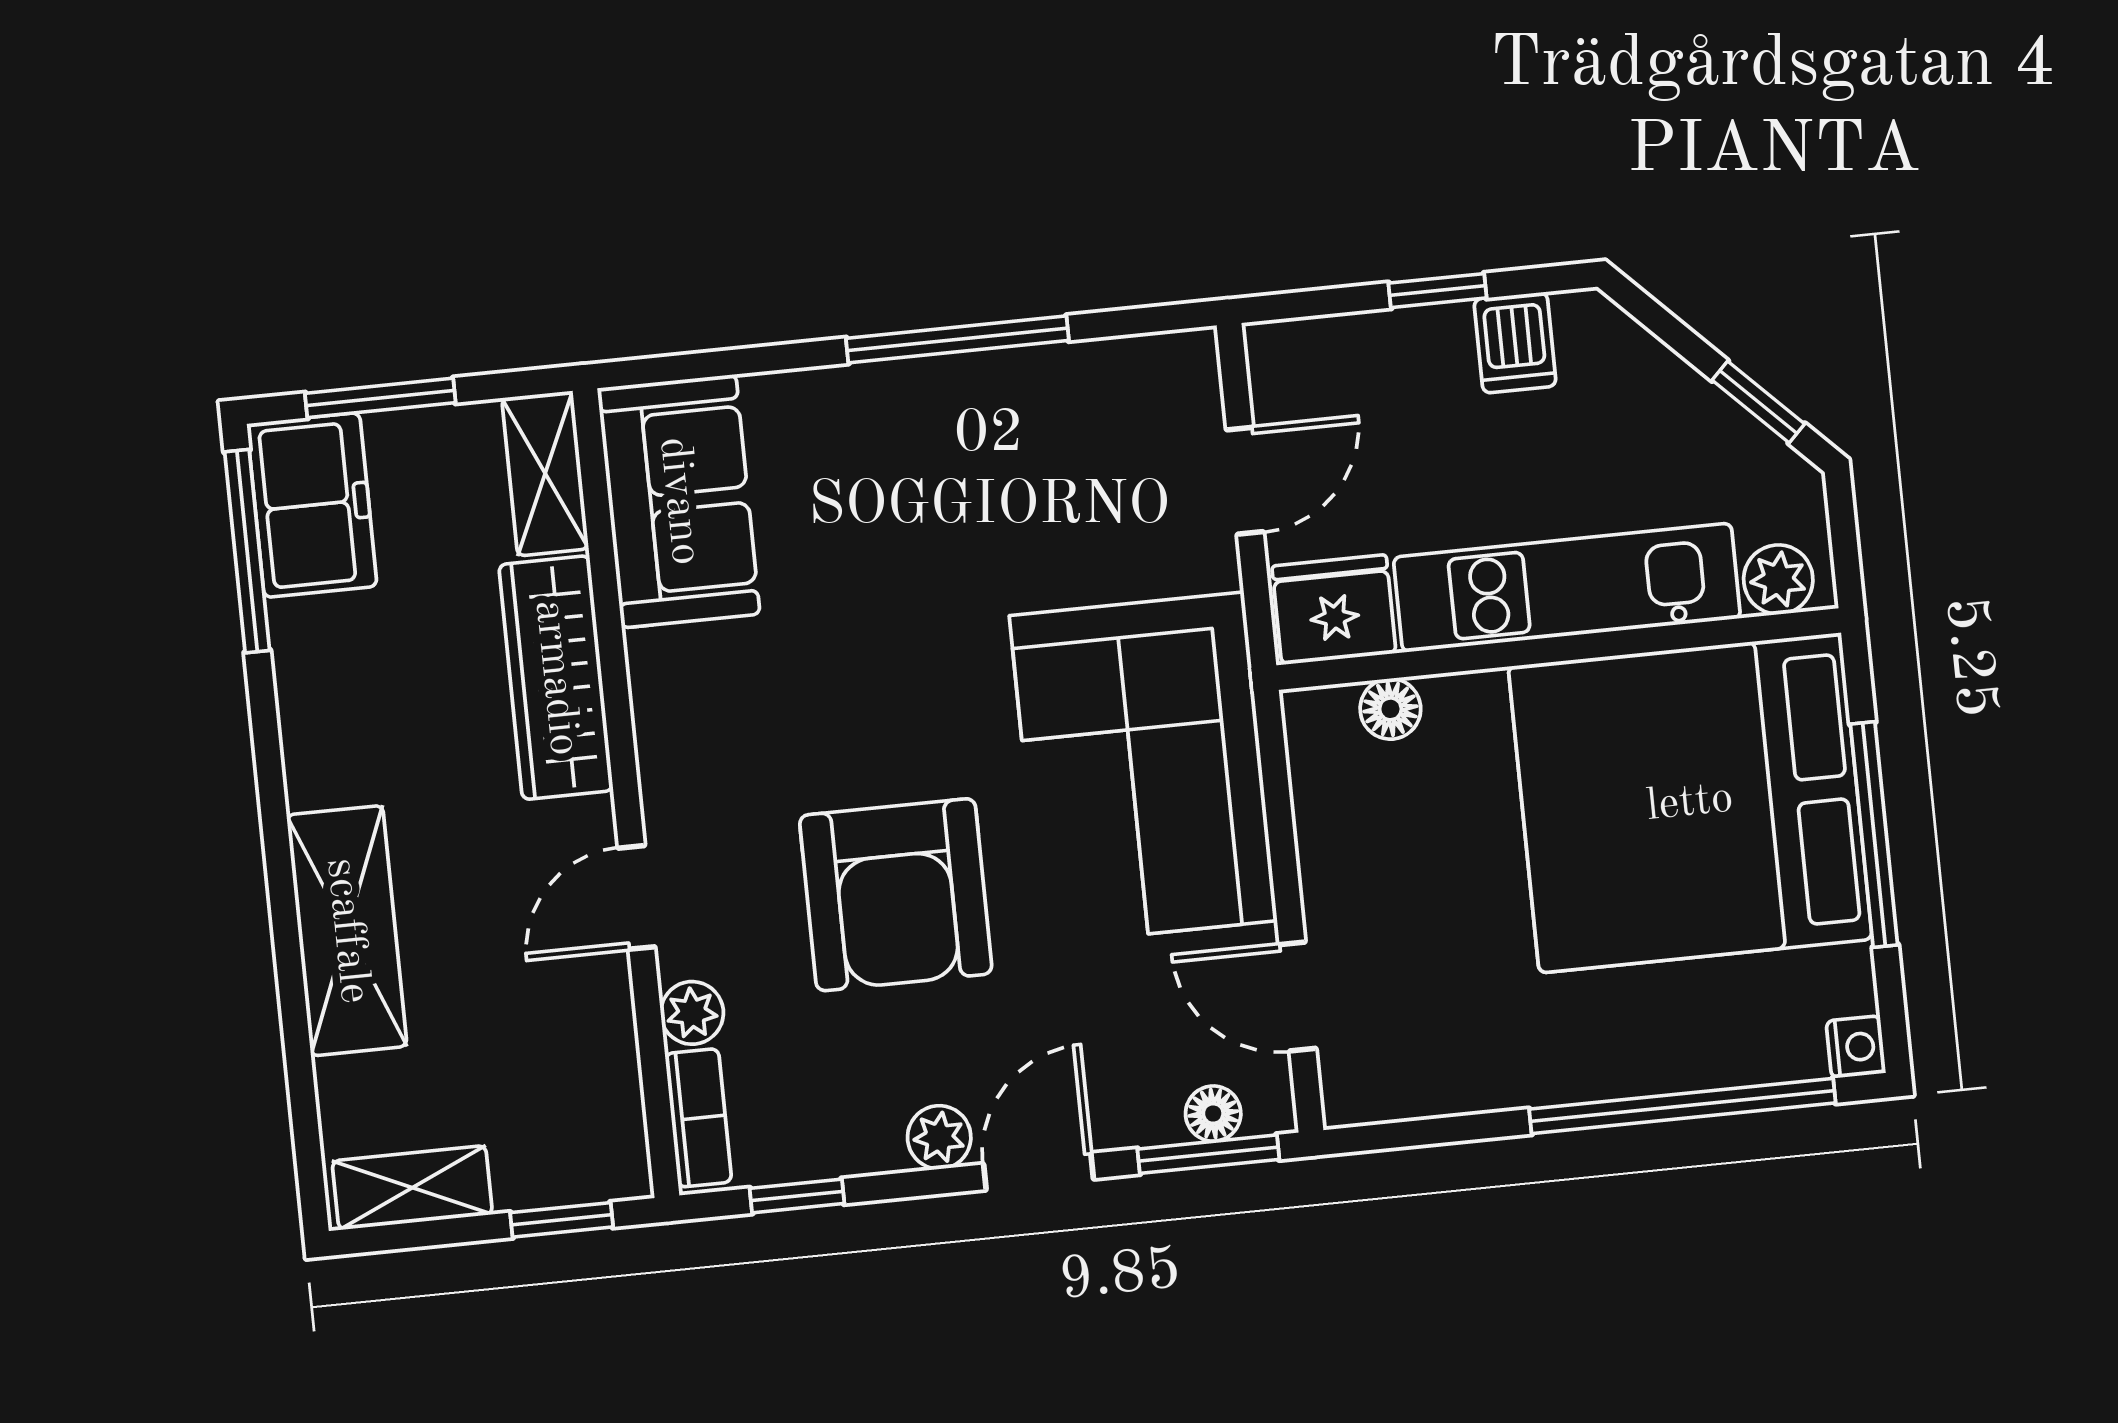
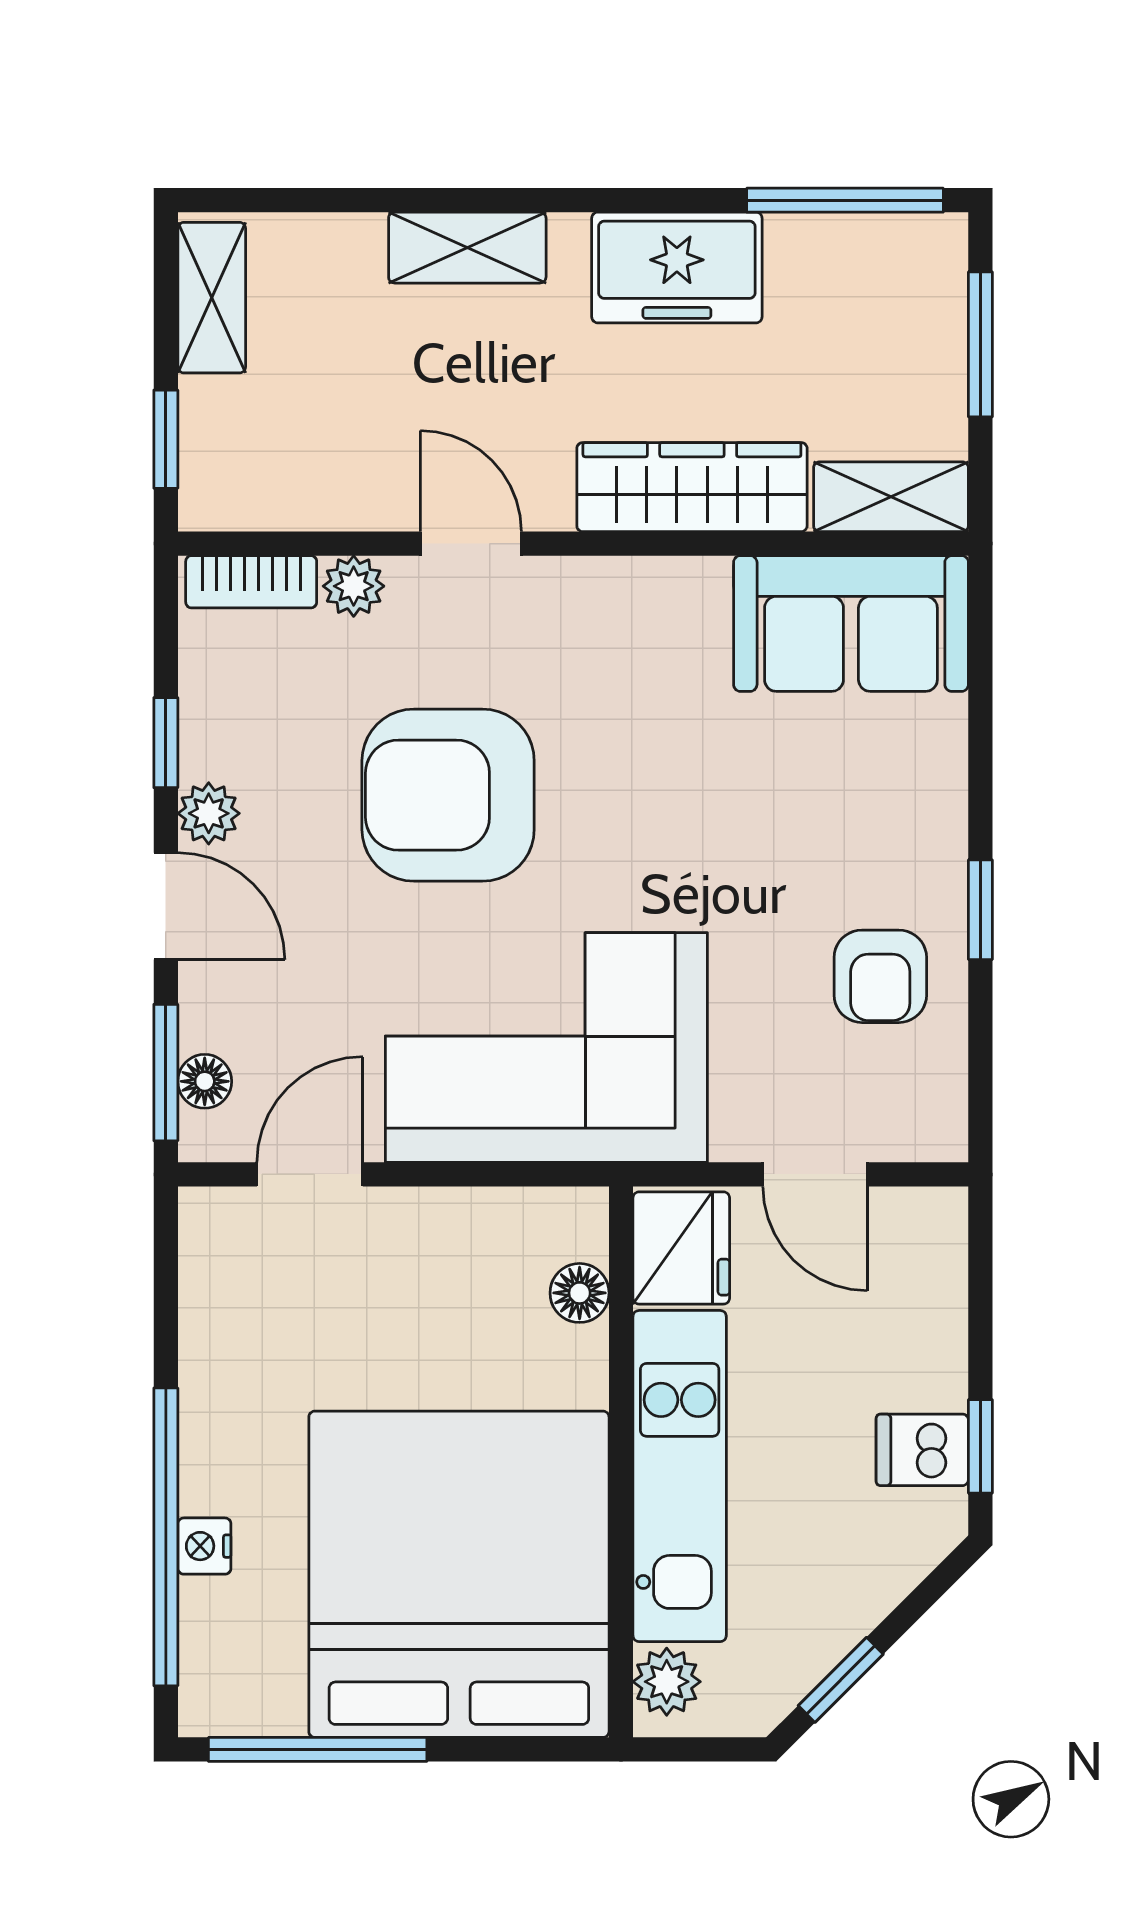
window: (1438, 291) -> (980, 1446), moved
window: (957, 339) -> (980, 910), width x0.46
armchair: (1036, 435) -> (880, 976), added
freezer: (312, 505) -> (677, 268), moved
window: (1874, 835) -> (318, 1749), moved
shelving: (347, 931) -> (467, 248), width x0.67, depth x0.75
nightstand: (1856, 1047) -> (204, 1546), moved, turned 90
window: (797, 1196) -> (166, 743), moved

